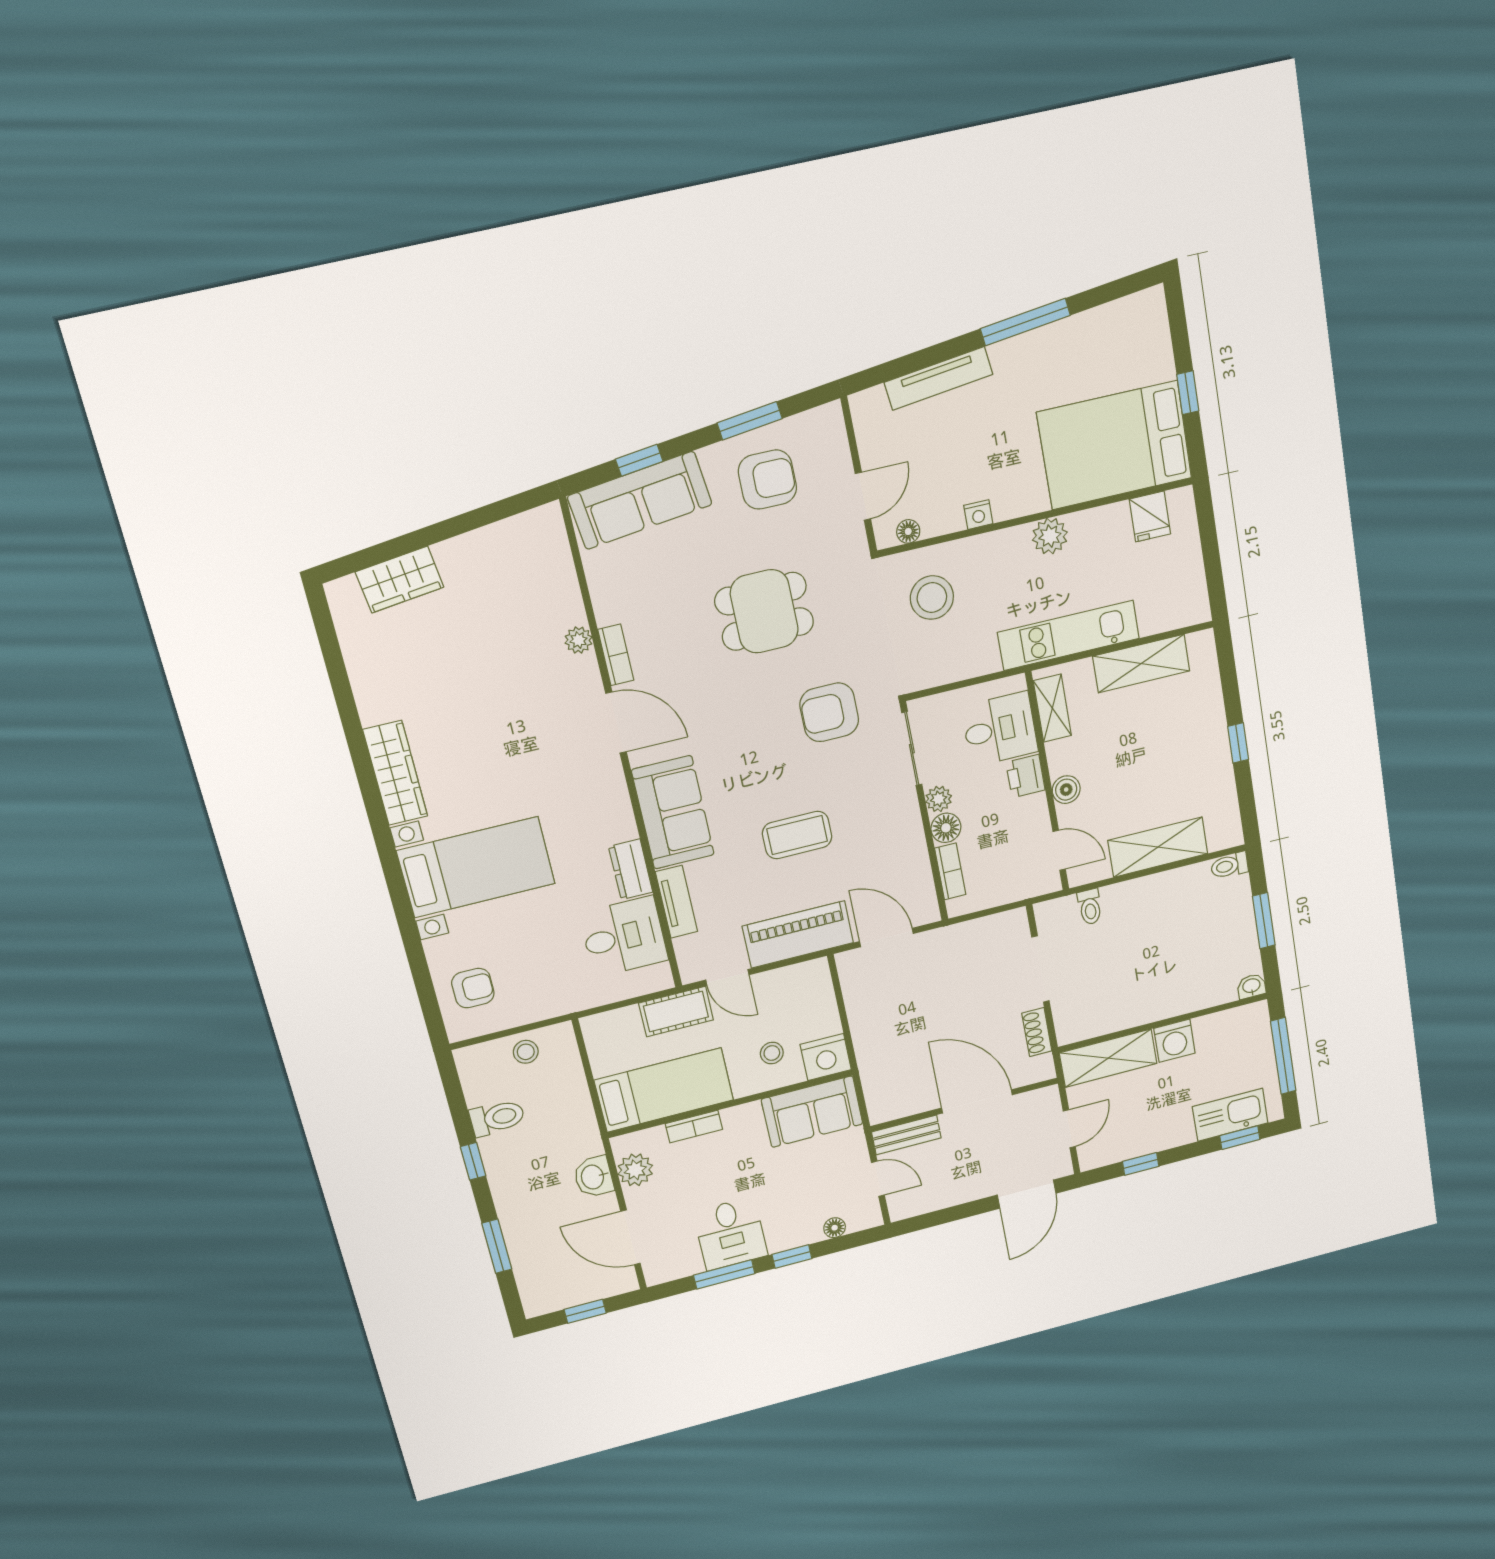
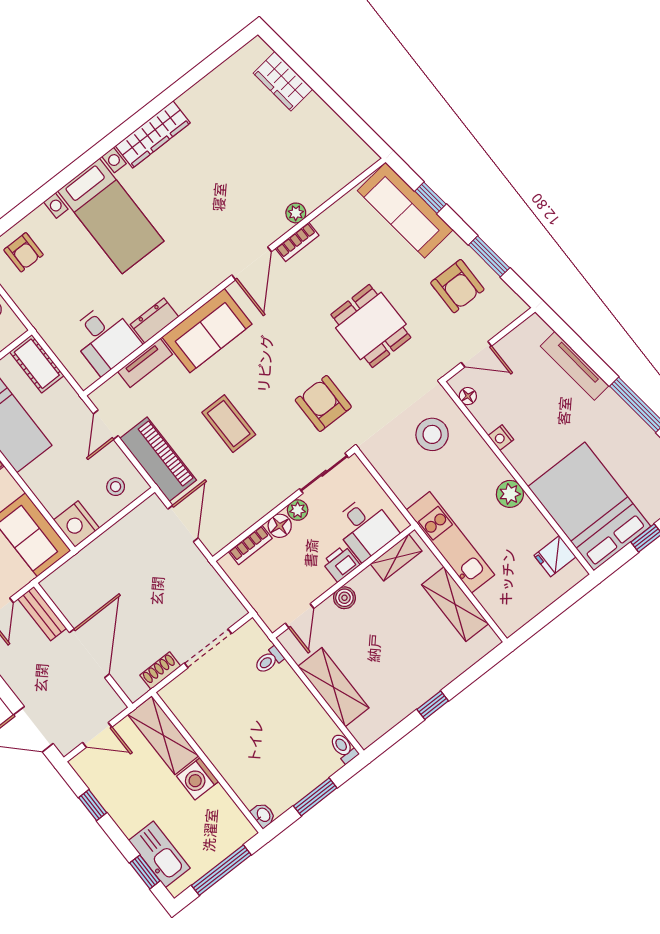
cot: (676, 1012) -> (37, 364), moved
stool: (772, 1053) -> (116, 487), moved

